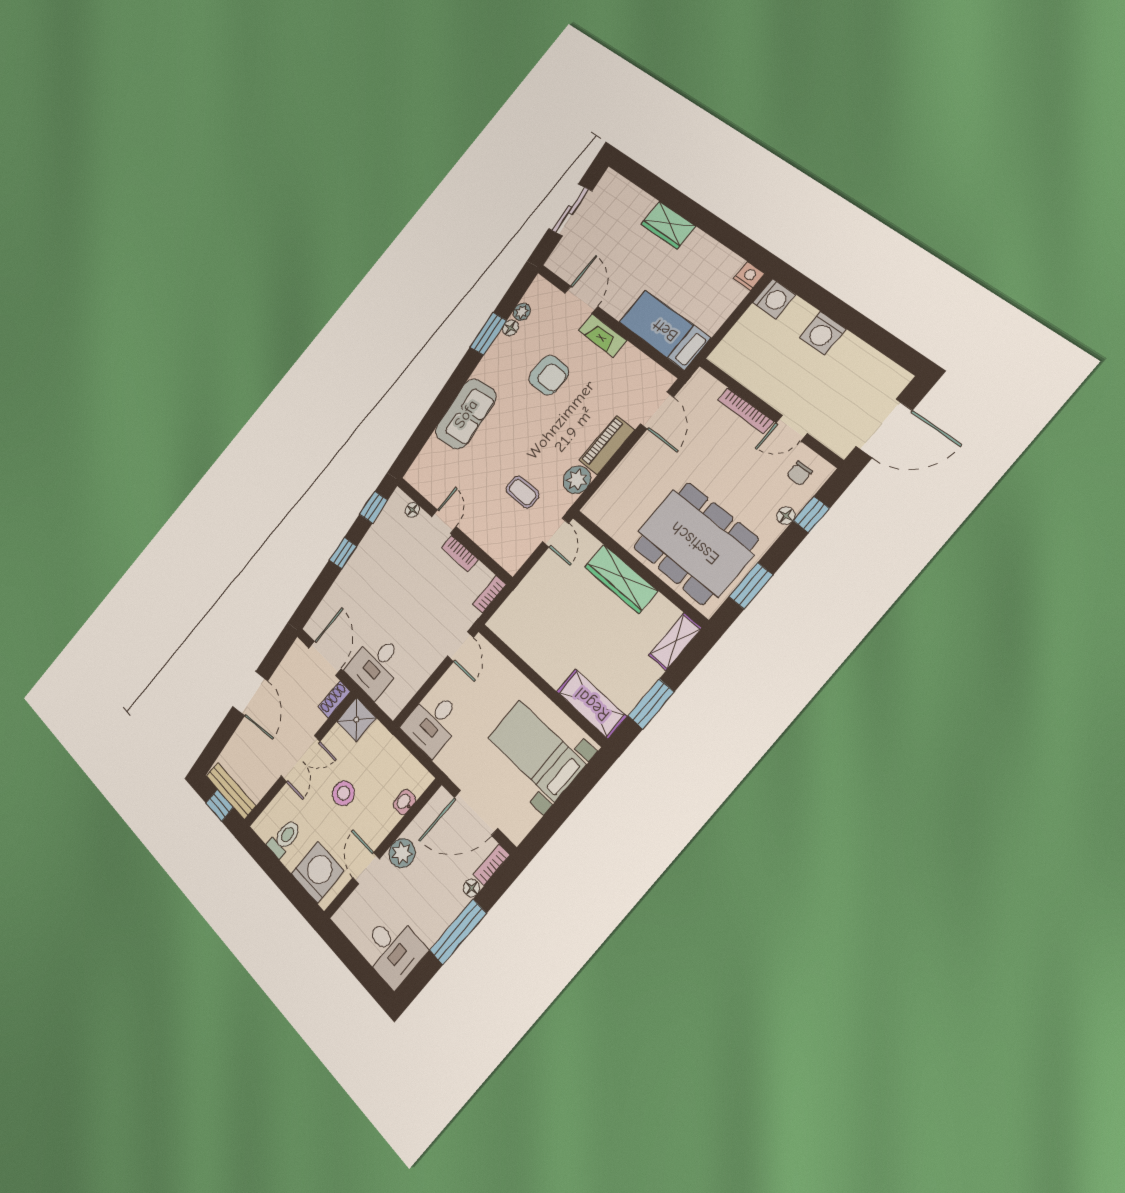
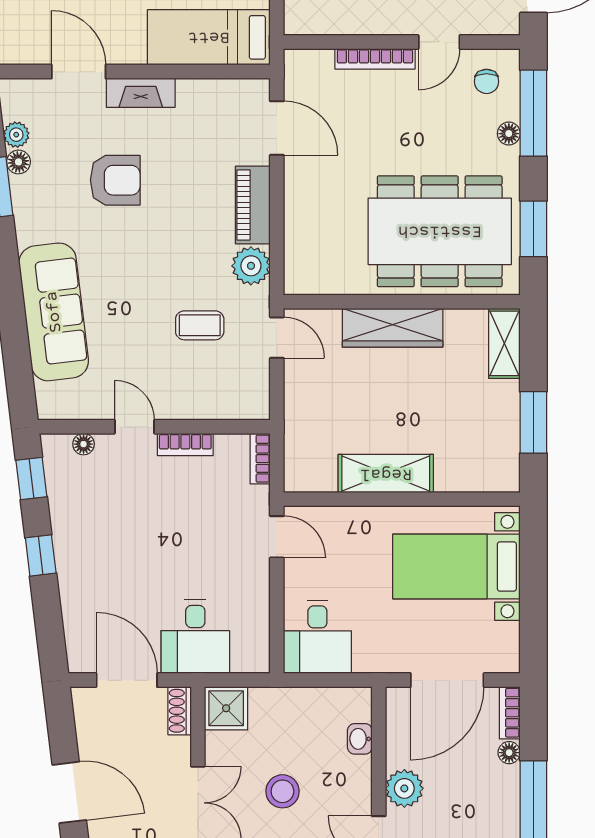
sofa: (466, 414) -> (54, 312), width x1.36
window: (811, 514) -> (533, 113), width x2.17
shelving: (592, 704) -> (386, 474), moved

